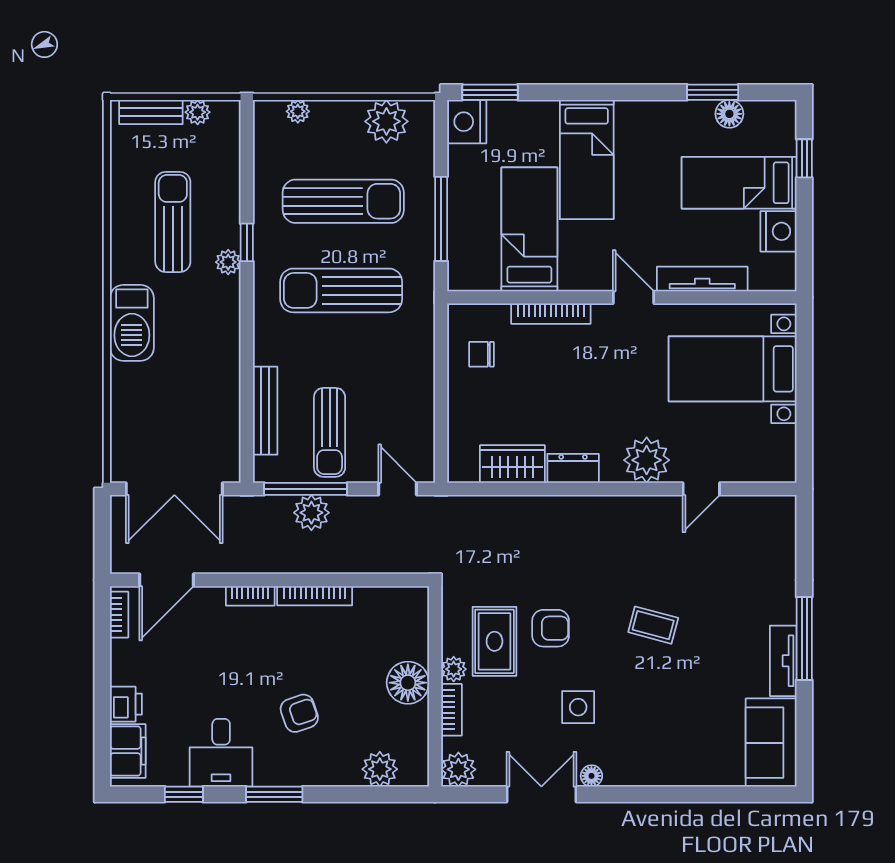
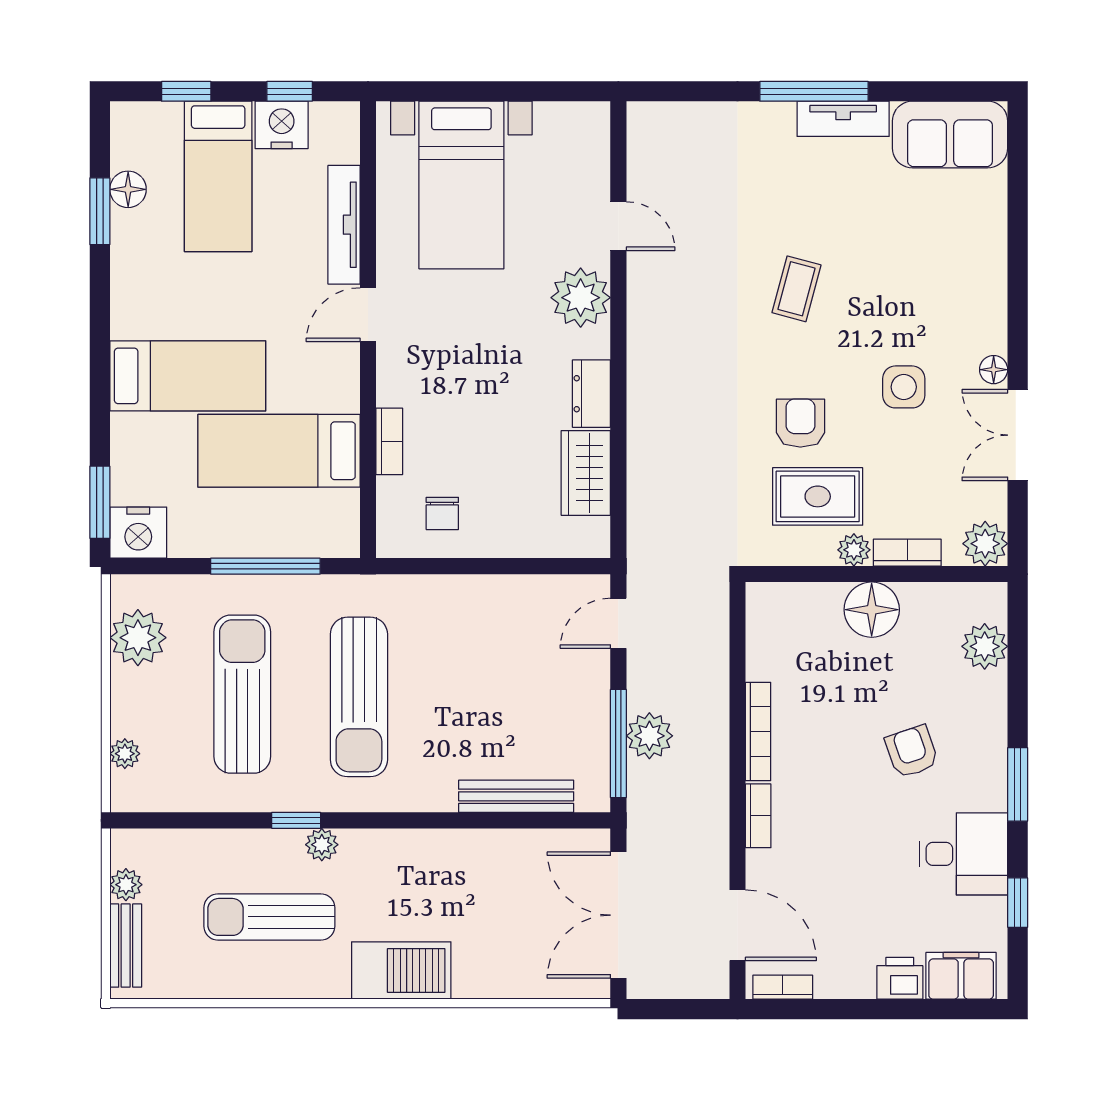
window: (804, 237) -> (290, 91), added
bookcase: (551, 314) -> (389, 441), width x0.64
sun lounger: (330, 432) -> (544, 712), removed
double door: (174, 489) -> (618, 915), swing flipped

